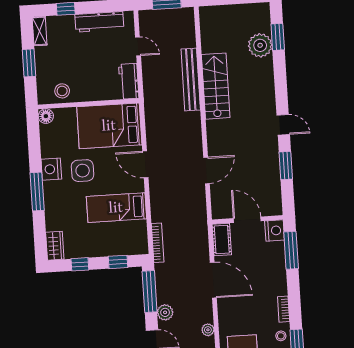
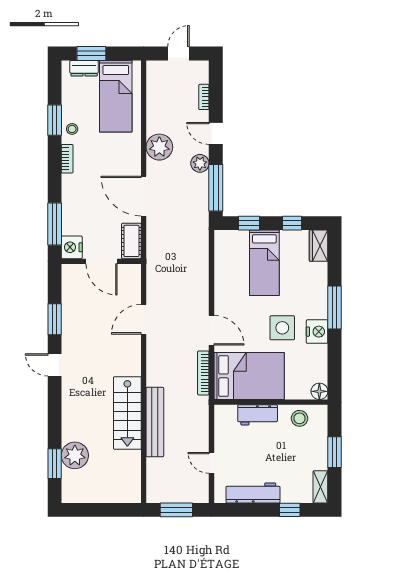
workbench: (129, 81) -> (258, 415), moved, turned 90
bed: (116, 208) -> (264, 263), moved, turned 90
bookcase: (158, 243) -> (203, 373), moved
plant: (208, 330) -> (159, 147), width x1.87, depth x1.87

